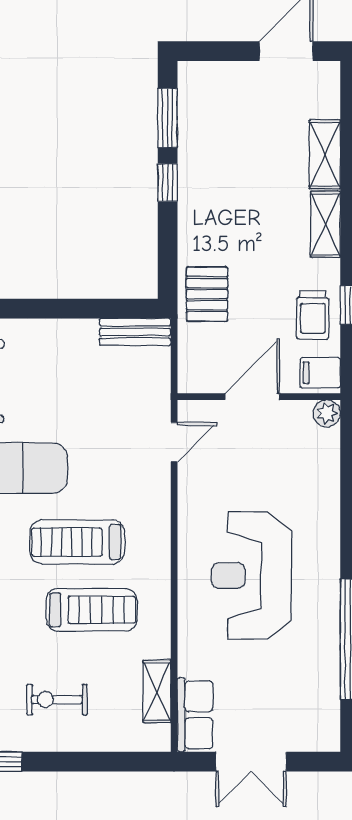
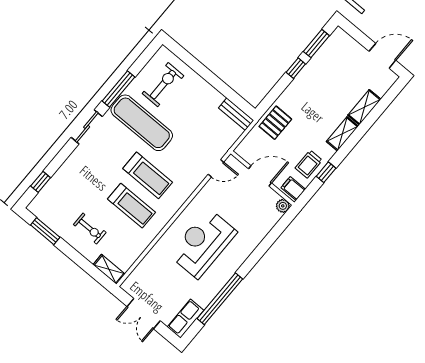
treadmill: (77, 542) -> (148, 175), turned 180
shelving: (157, 691) -> (109, 269), moved, turned 90
exercise bike: (57, 700) -> (90, 229), turned 180
row of seats: (195, 715) -> (186, 319), moved, turned 180

